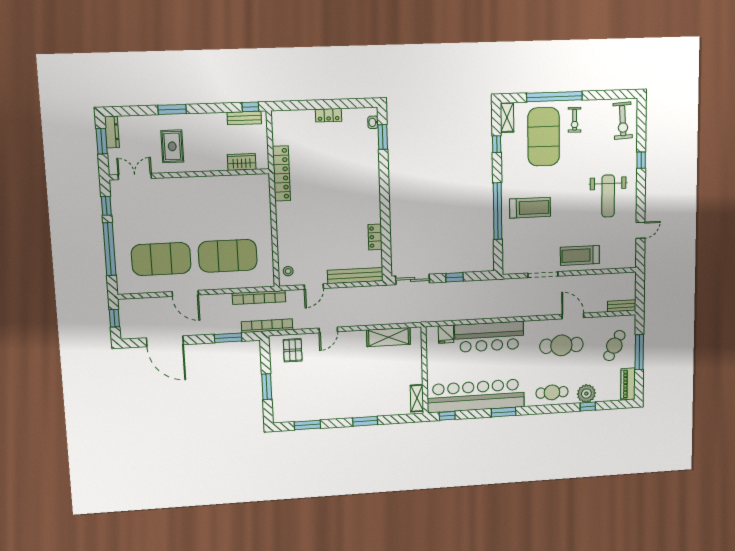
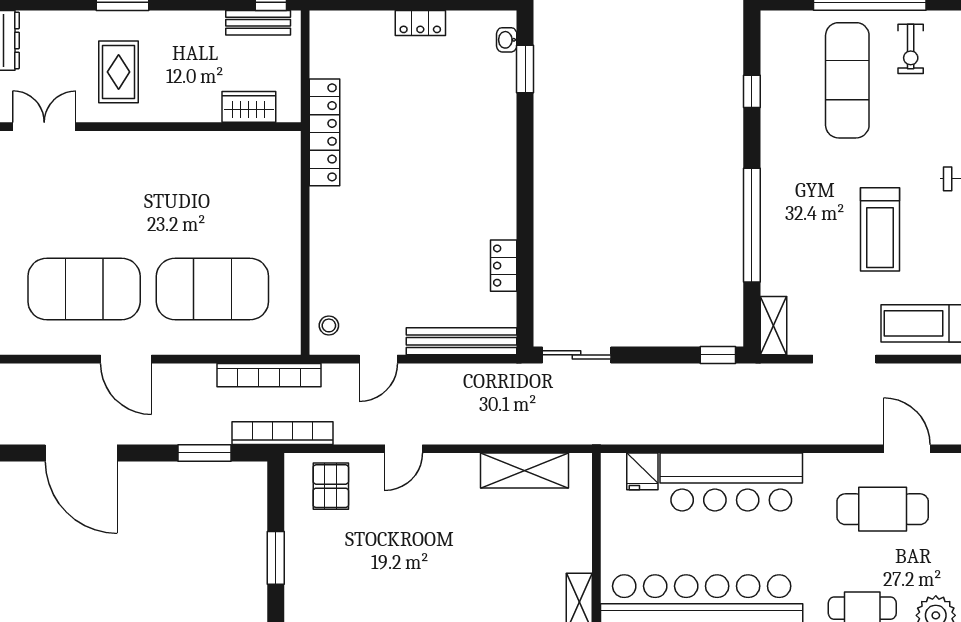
shelving: (507, 117) -> (773, 326), moved
exercise mat: (544, 137) -> (847, 80), width x0.68
treadmill: (530, 208) -> (880, 229), moved, turned 90
window: (455, 277) -> (718, 355), moved

